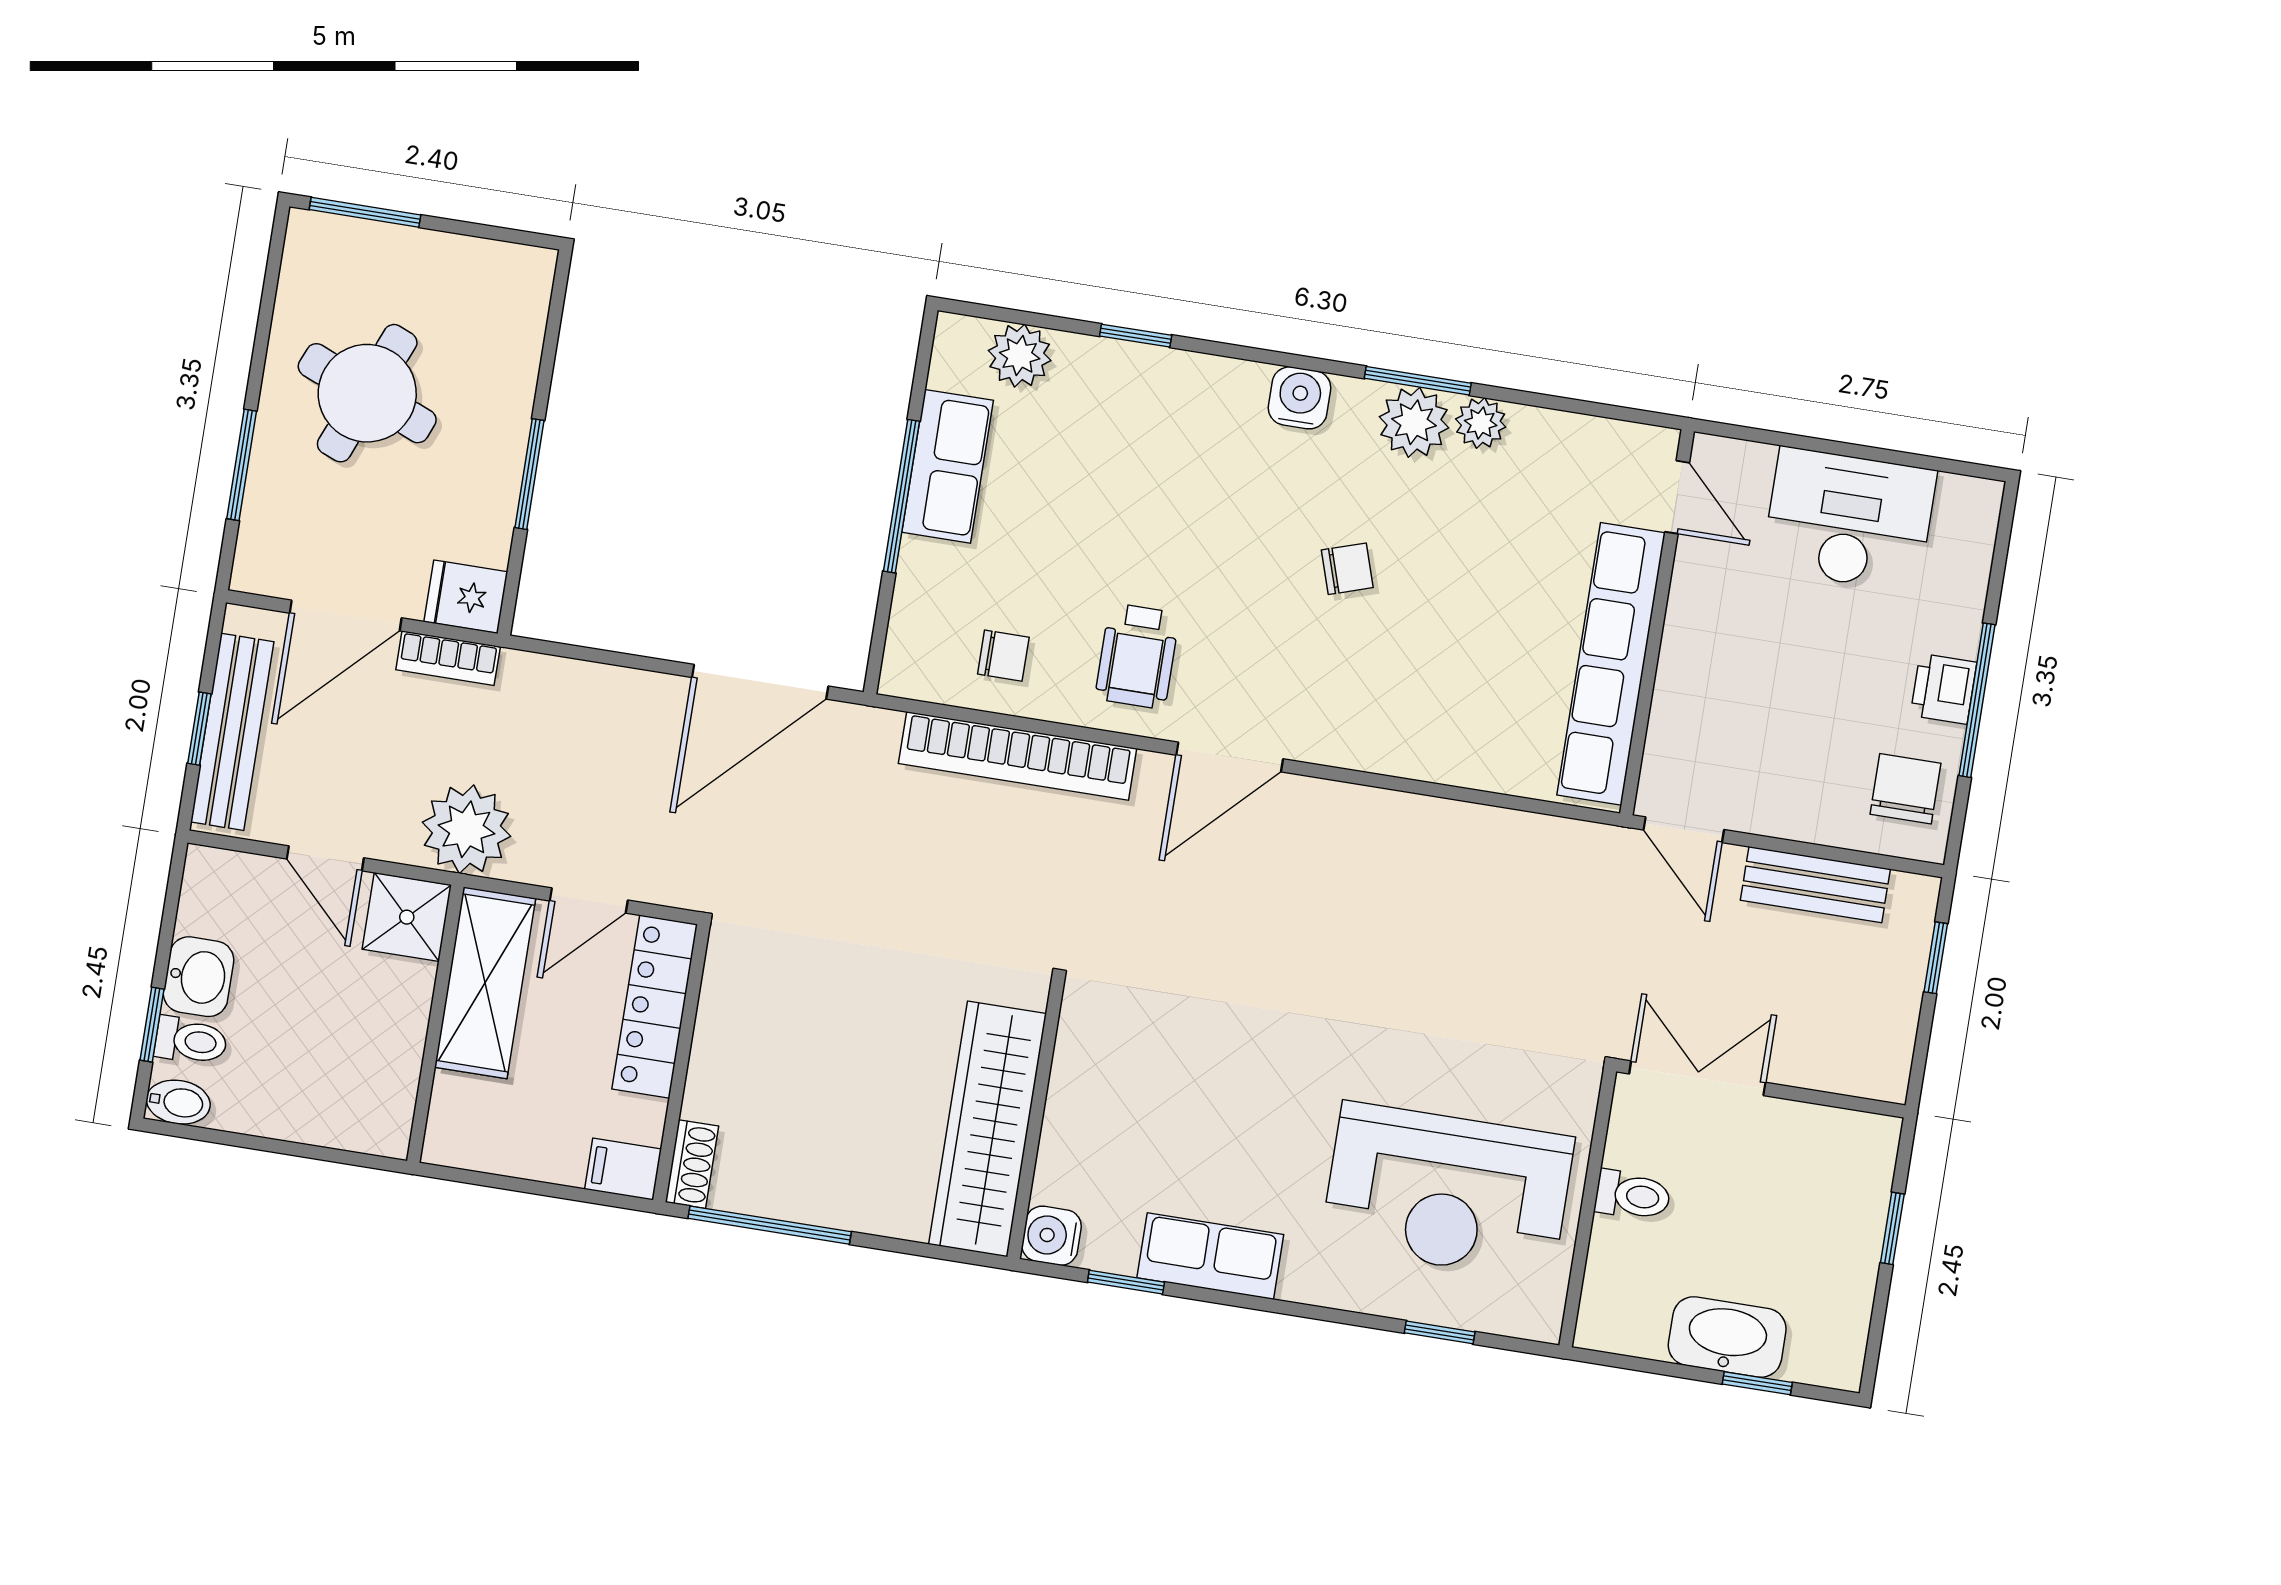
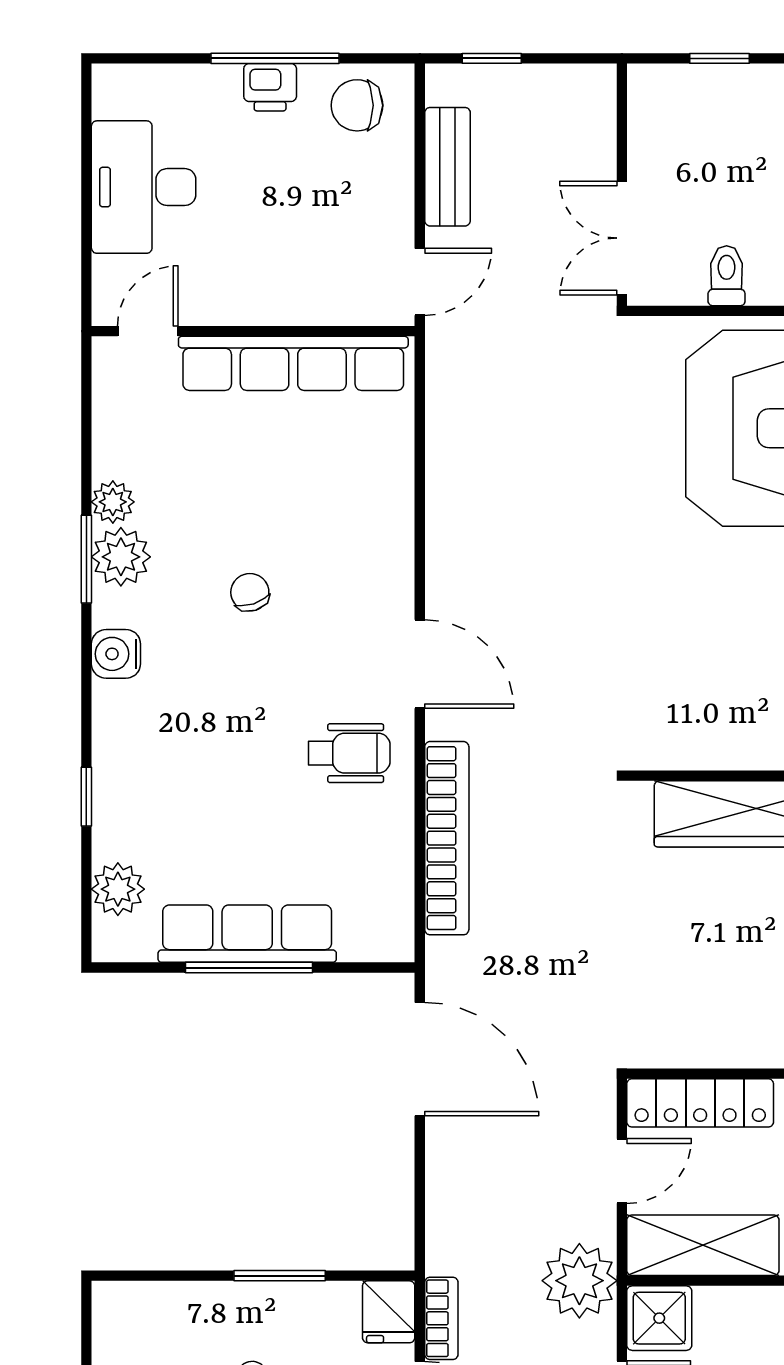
row of seats: (948, 466) -> (247, 934), width x1.48
chair: (1003, 656) -> (366, 863), removed
door: (589, 901) -> (622, 1171), hinge flipped

